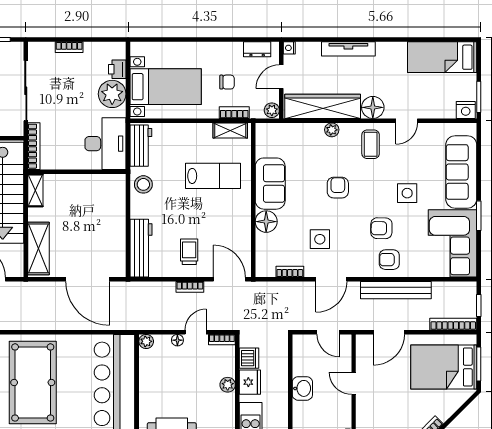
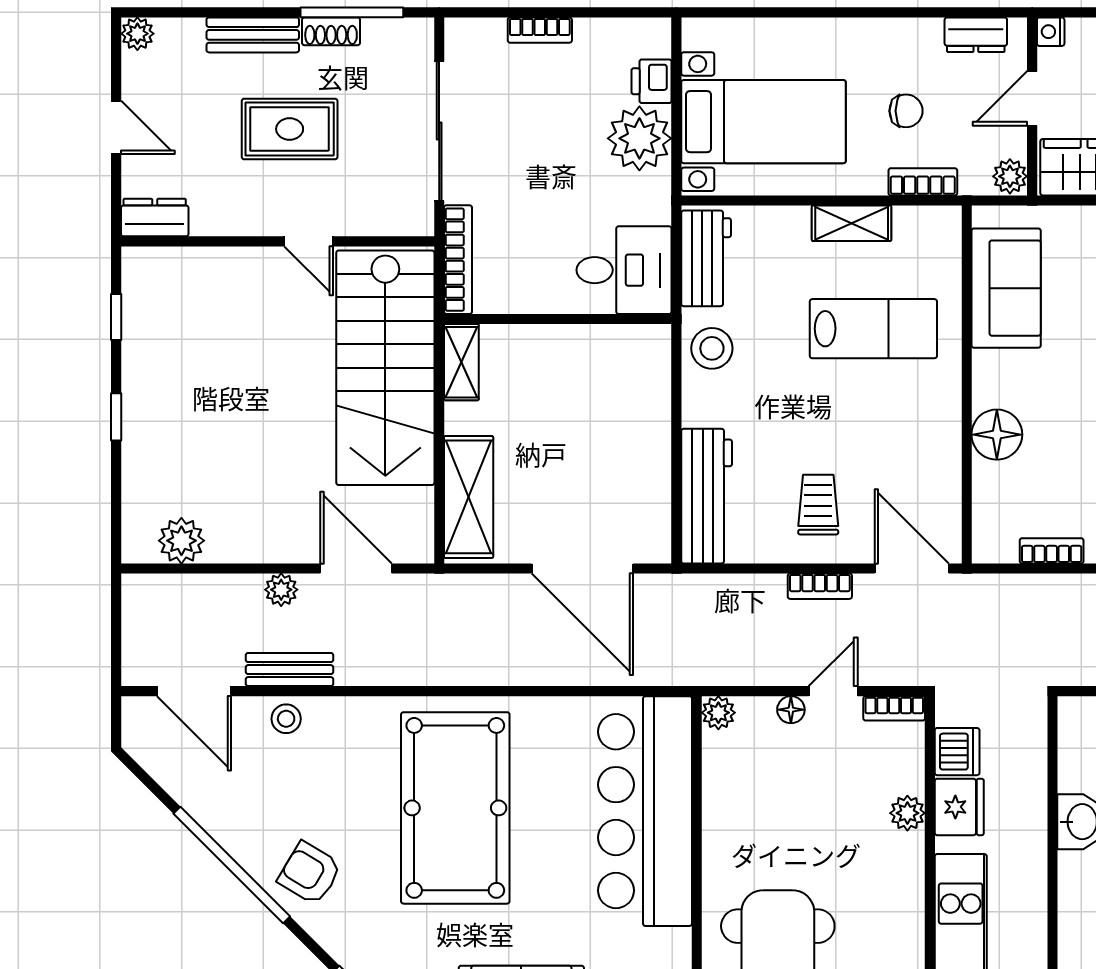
shelving: (230, 130) -> (852, 223), moved
desk: (105, 144) -> (624, 270), width x0.73
sofa: (270, 184) -> (1006, 288), moved

